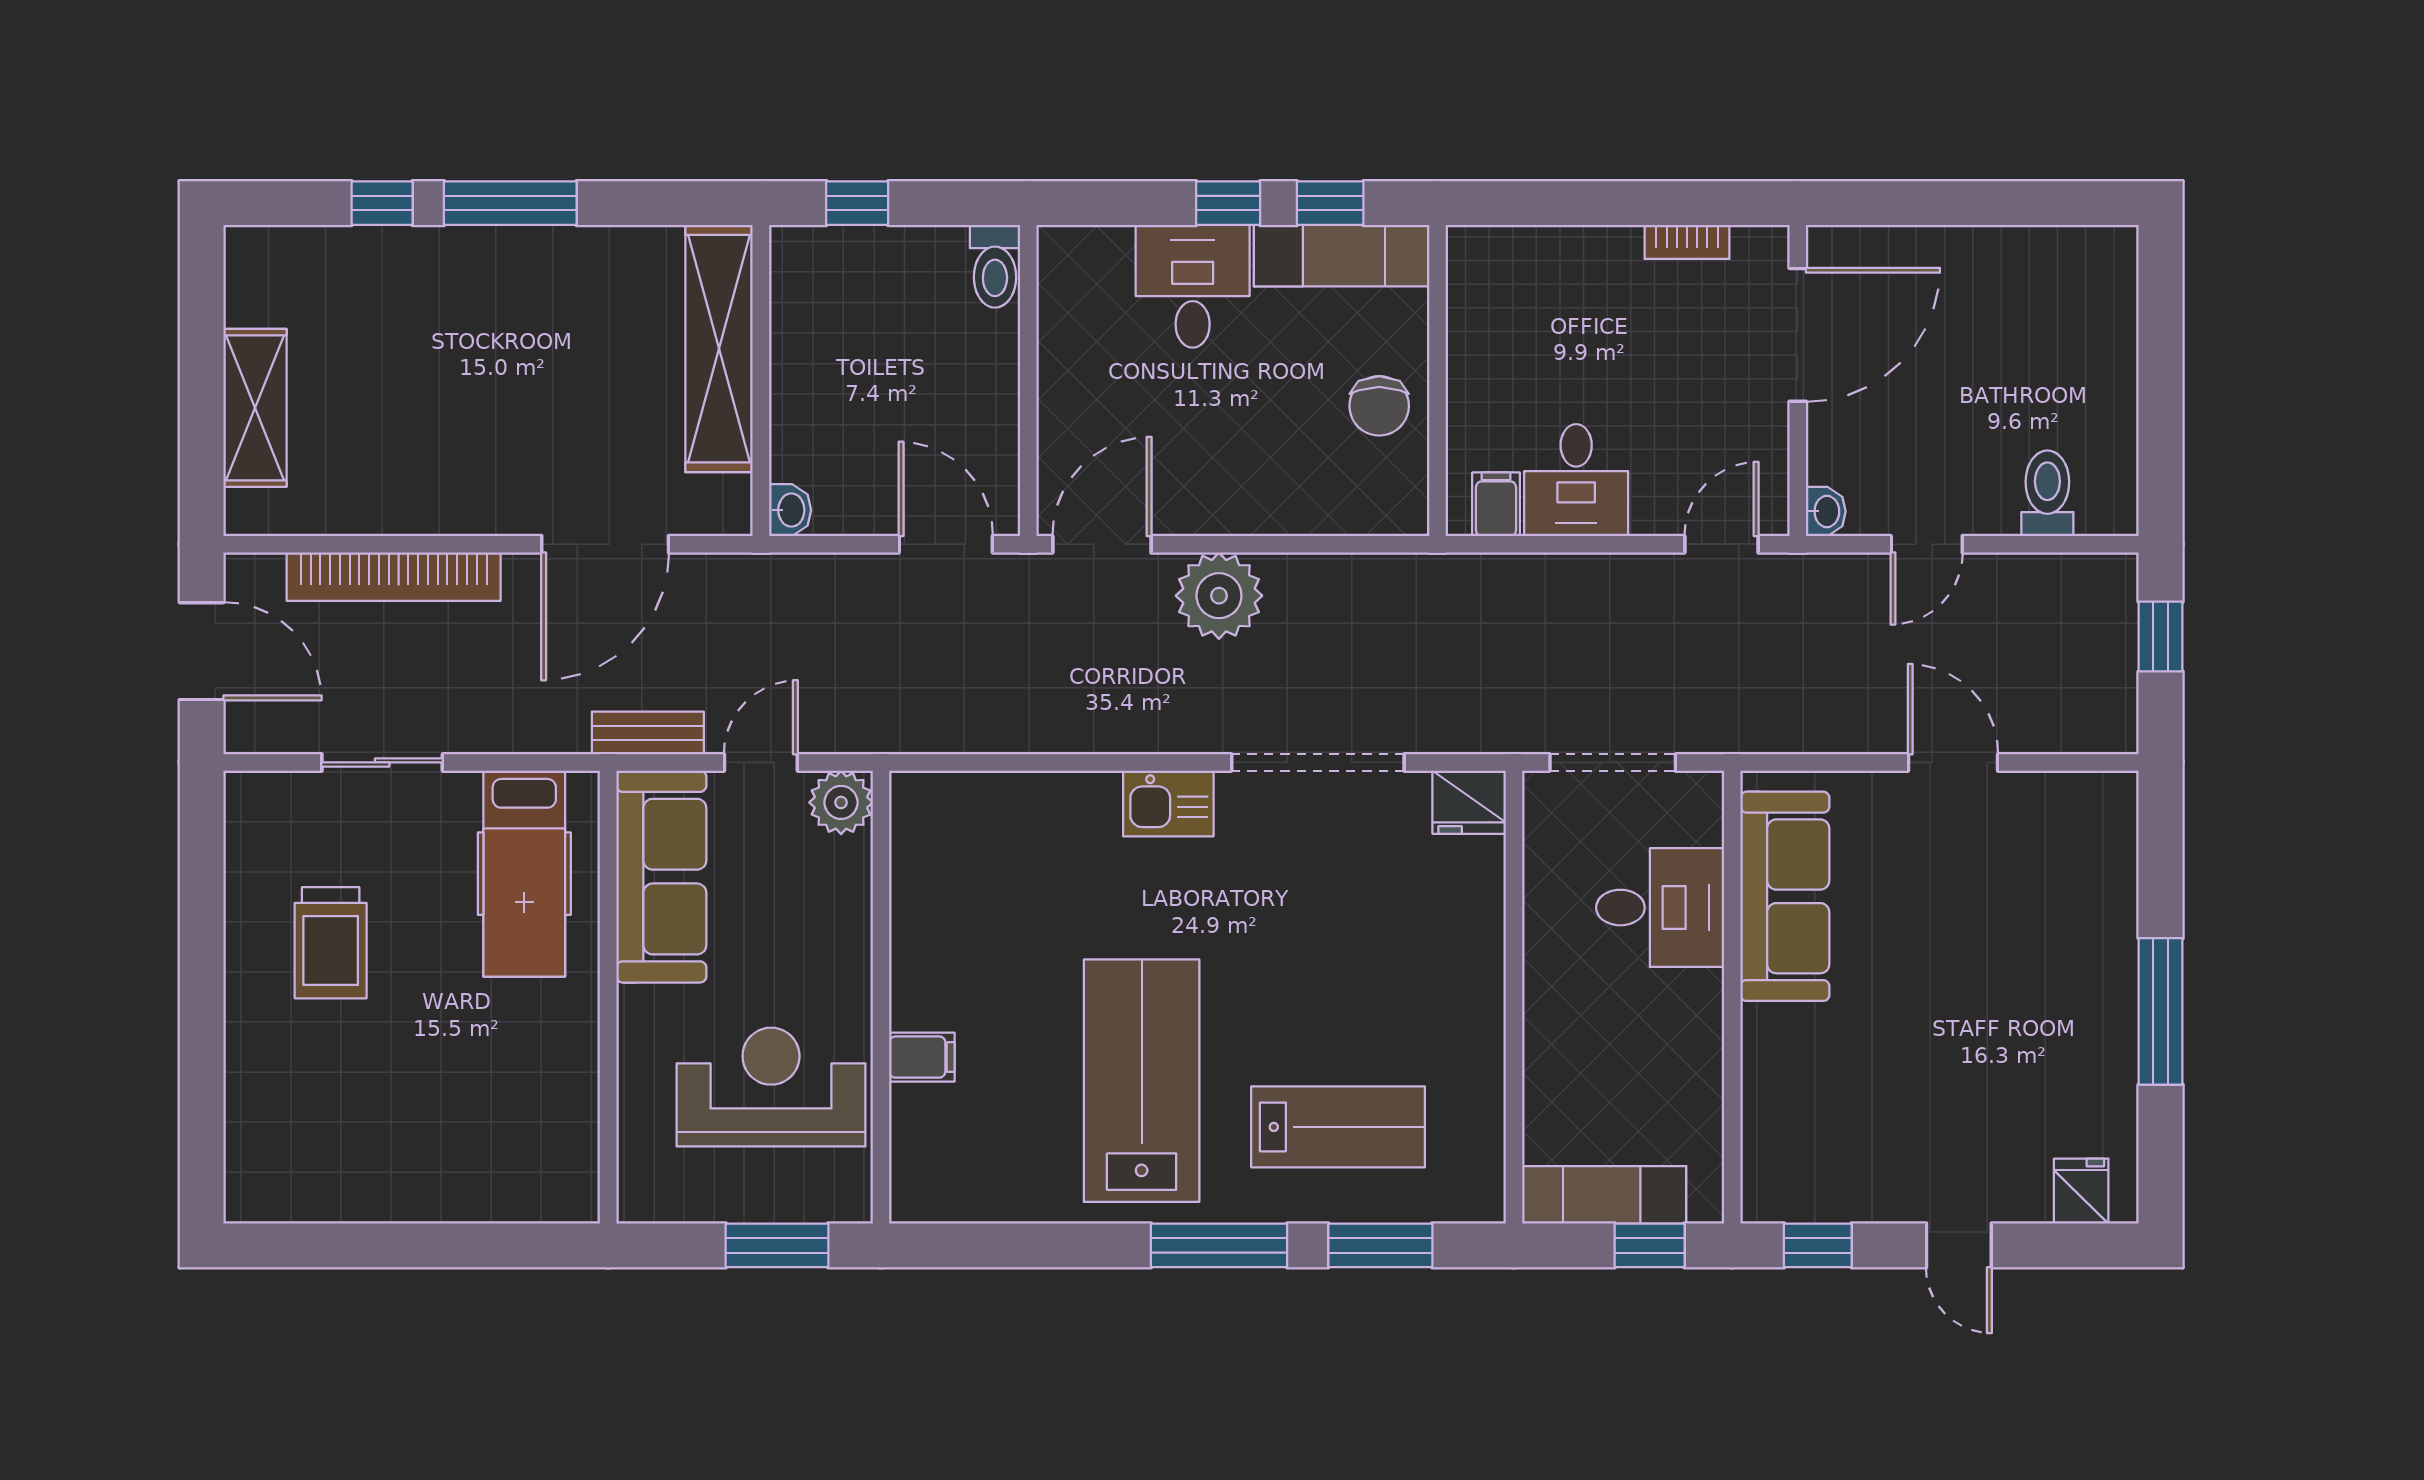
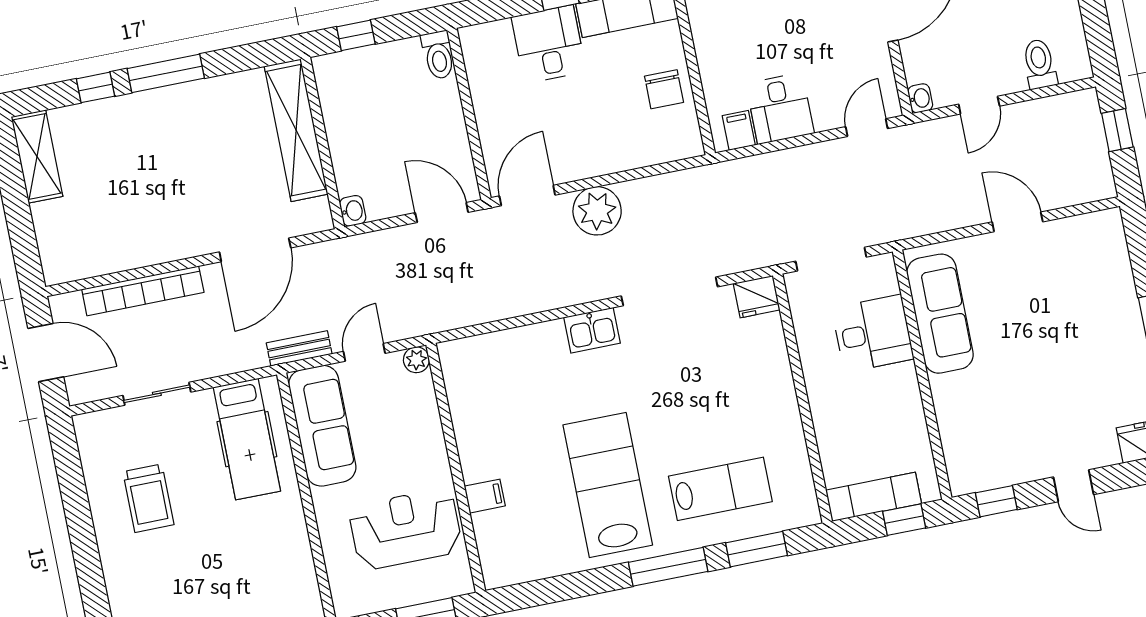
shelving: (255, 408) -> (37, 157), moved
plant: (841, 802) -> (416, 360), width x0.73, depth x0.73

